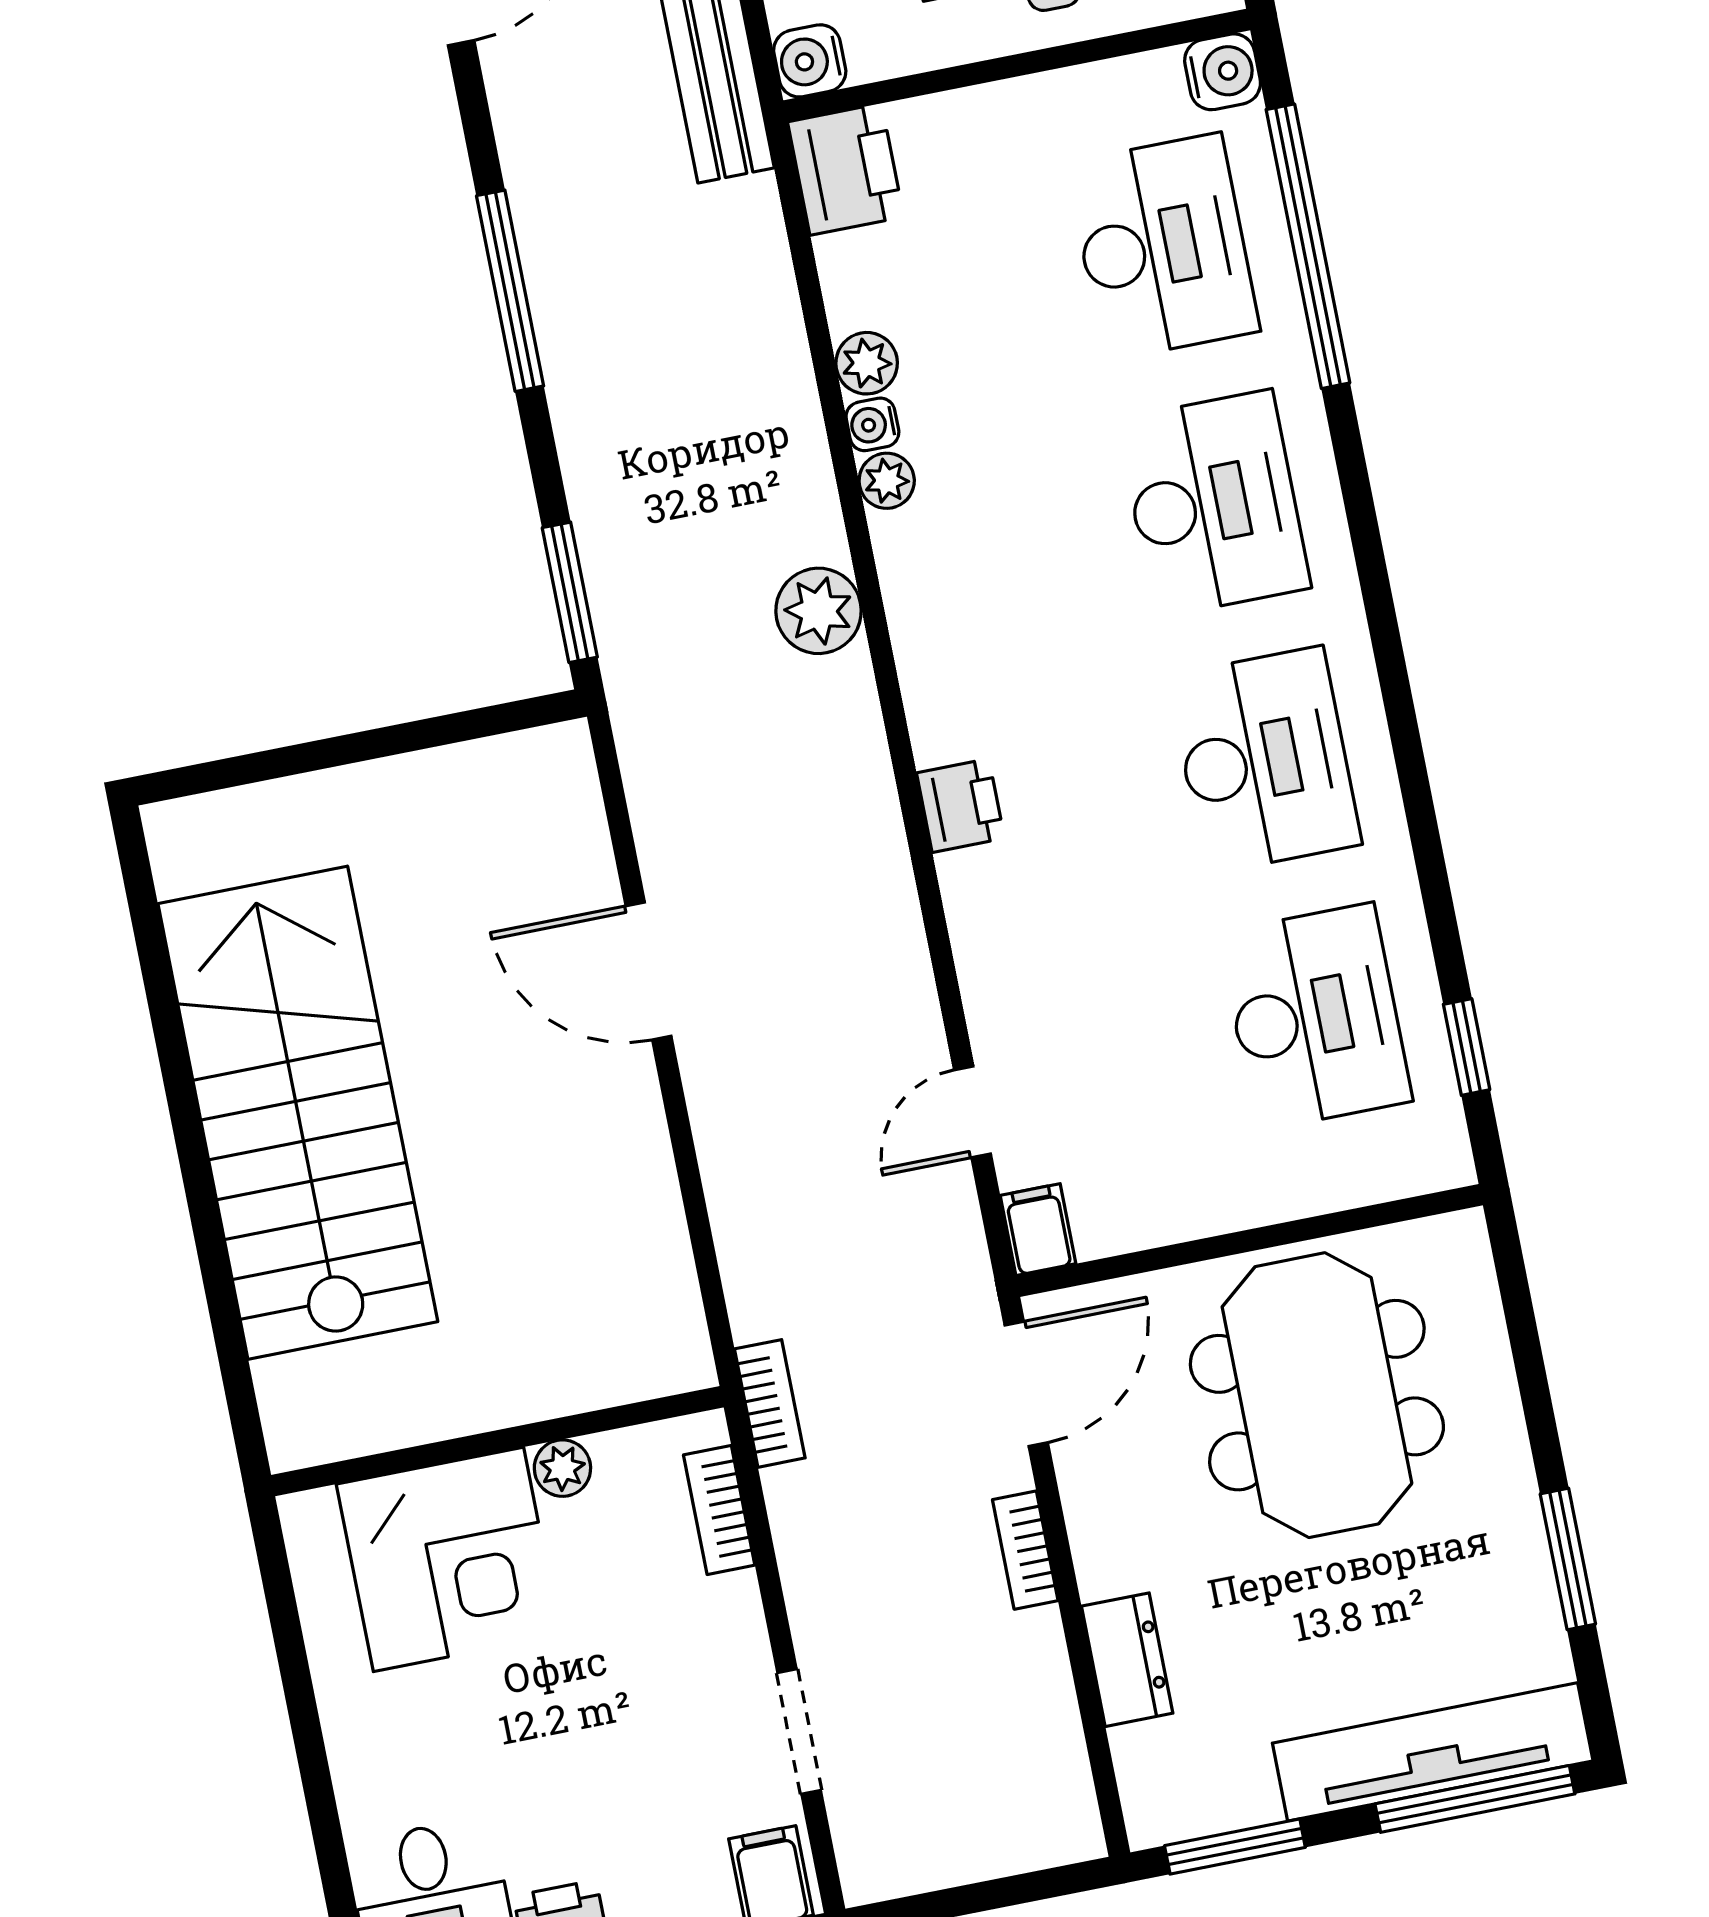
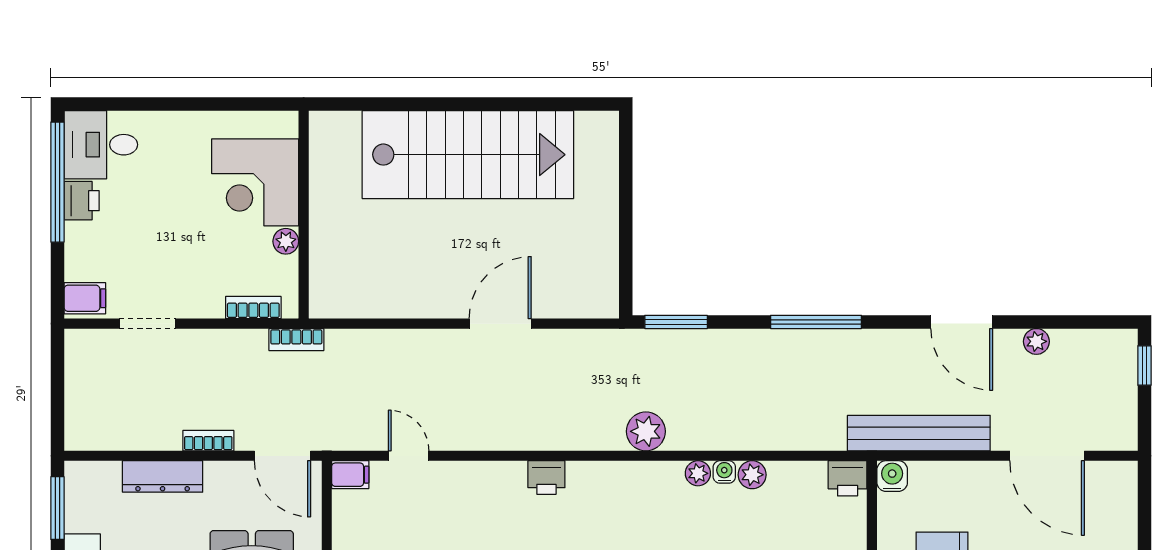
printer: (846, 169) -> (848, 478), width x0.73, depth x0.81
dresser: (1127, 1660) -> (163, 476), width x1.44

